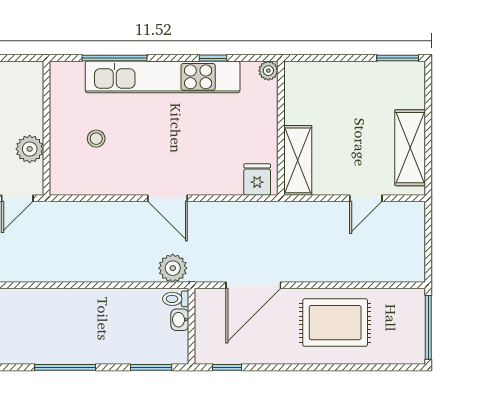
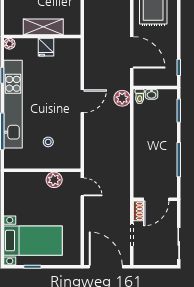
shelving: (298, 160) -> (43, 27), moved
fridge: (257, 180) -> (46, 47), moved, turned -90

